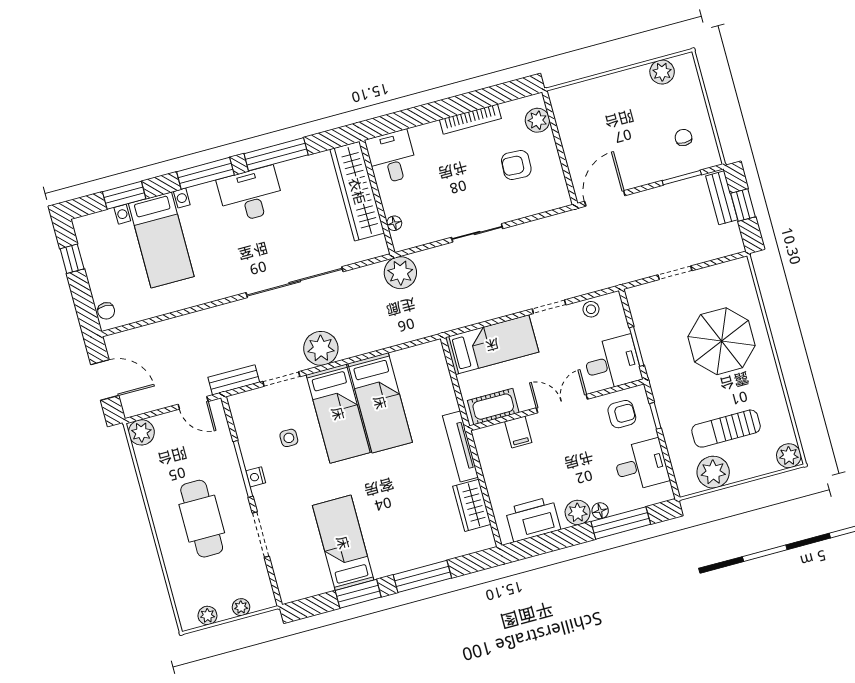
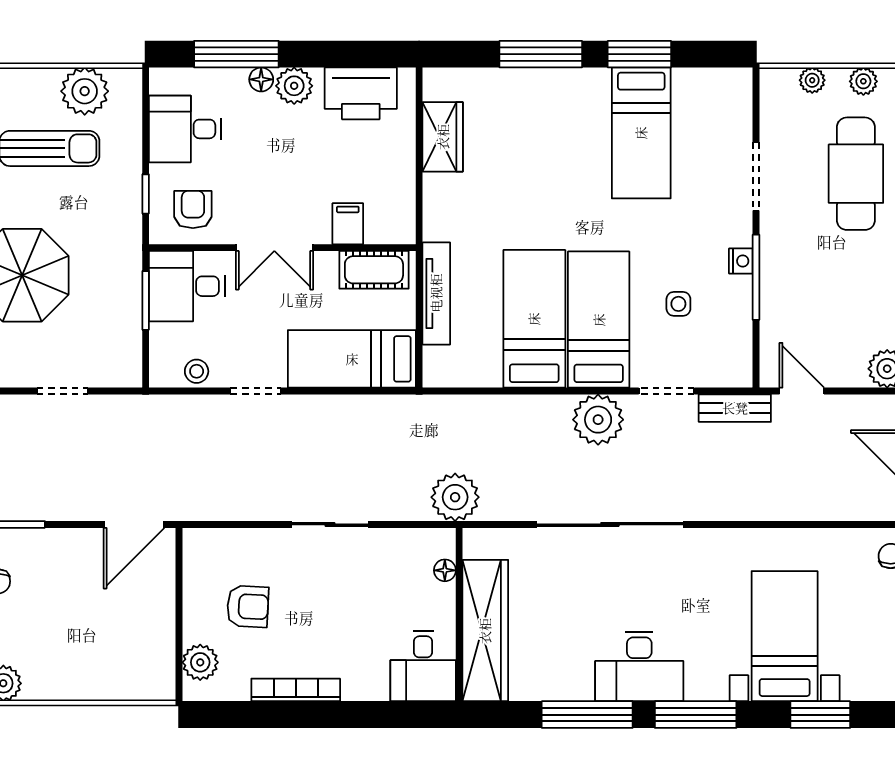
armchair: (622, 414) -> (193, 209), turned 90
tv unit: (460, 446) -> (436, 293), moved
cafe table: (202, 519) -> (856, 174), moved

